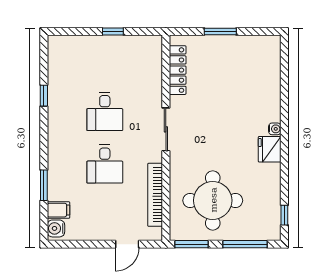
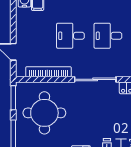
sliding door: (166, 129) -> (95, 79), width x1.37

